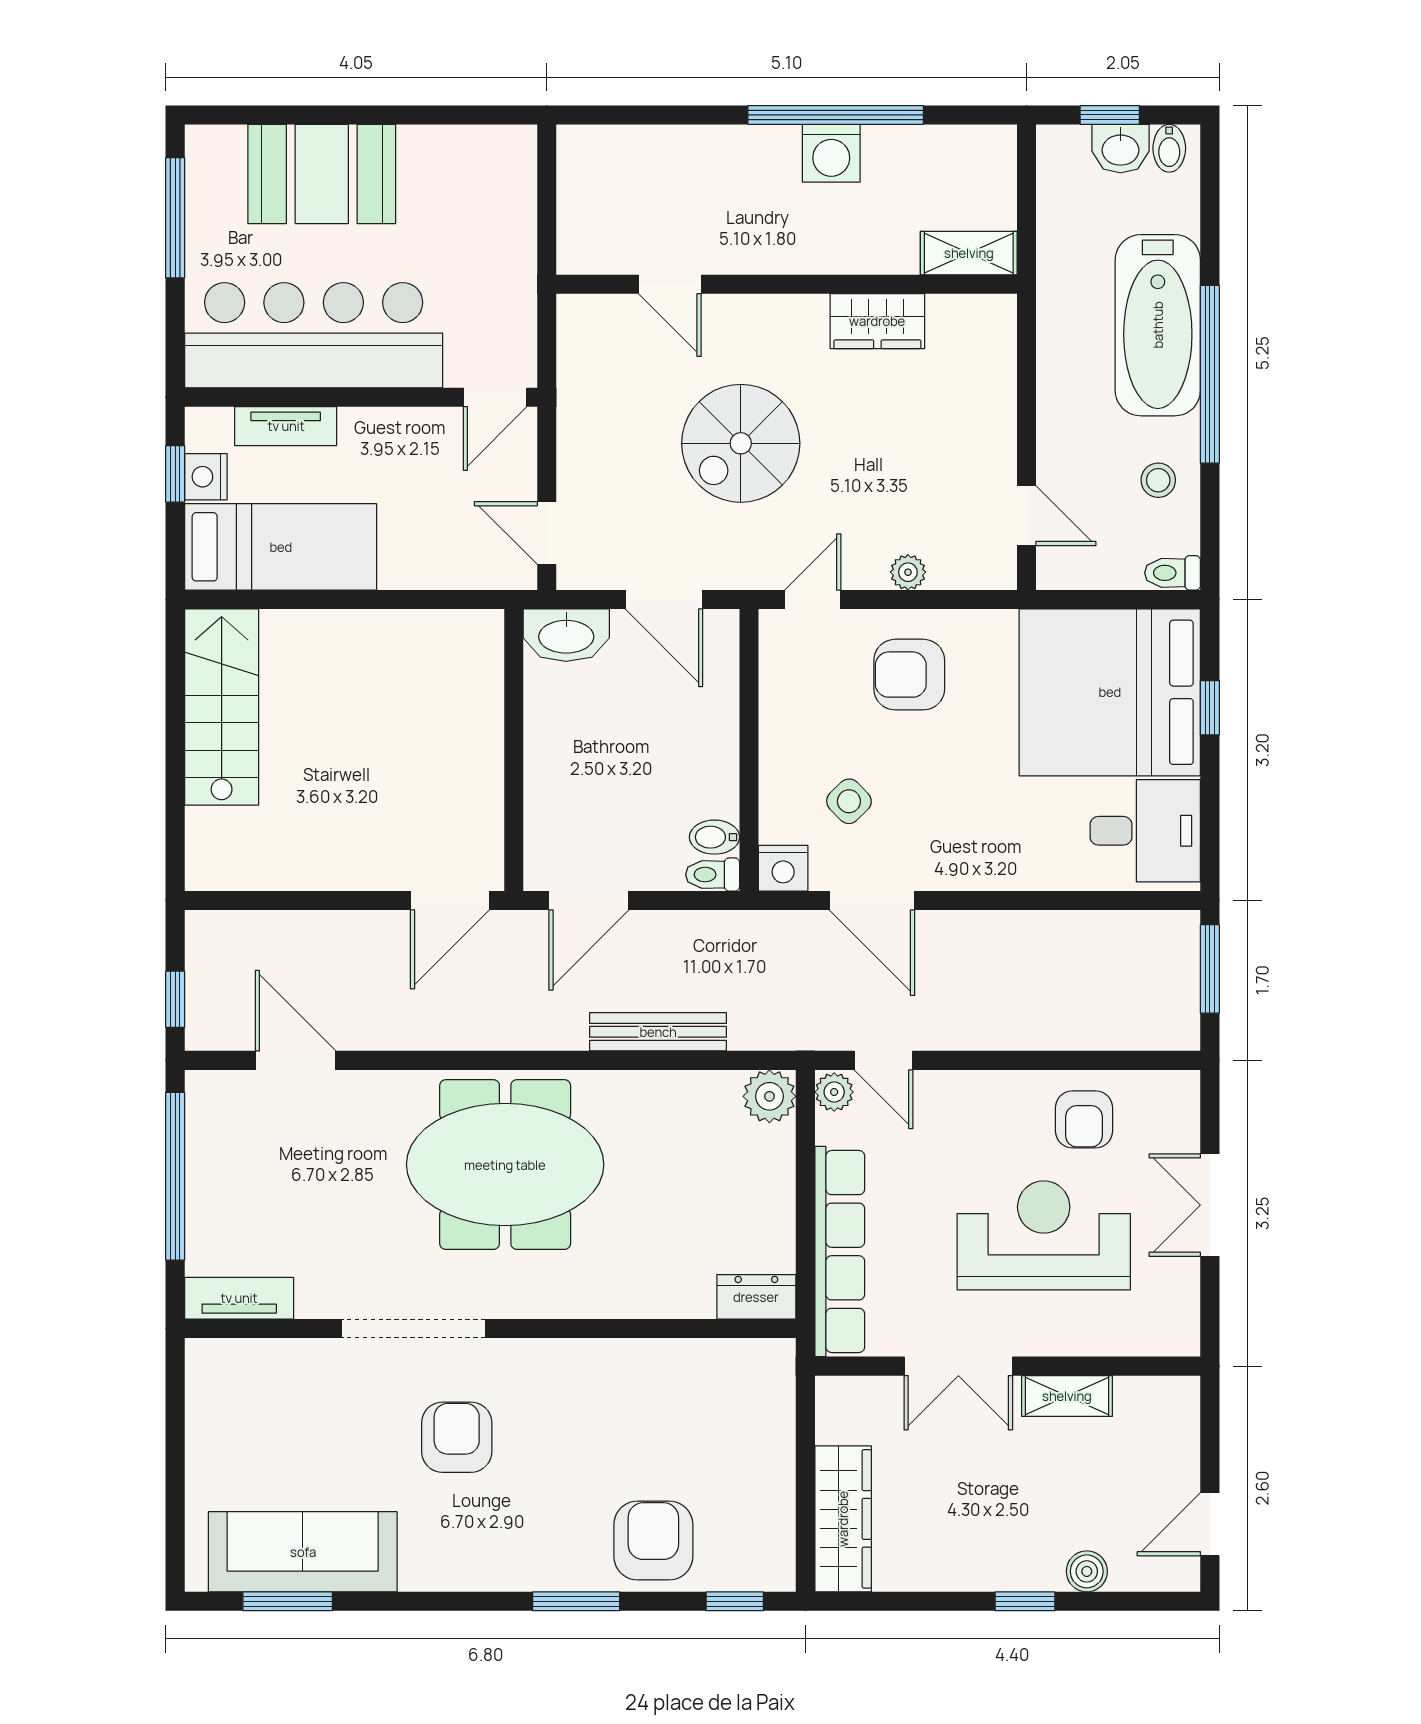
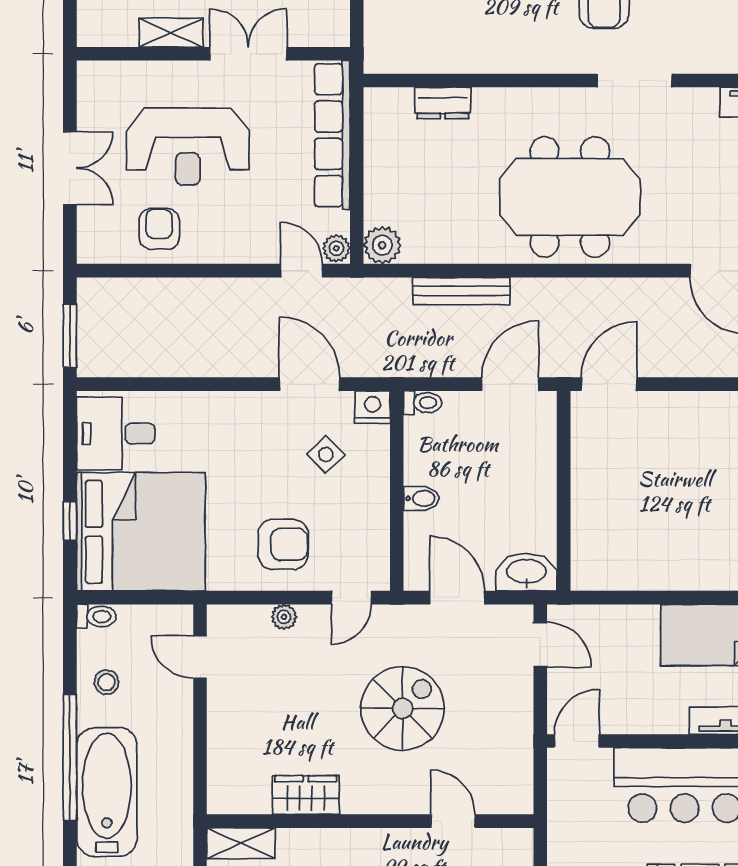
bidet: (714, 837) -> (421, 498), moved
dresser: (756, 1297) -> (443, 103), moved
doorway: (414, 1328) -> (635, 81), width x0.73

